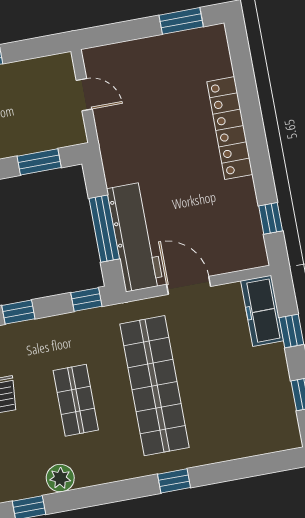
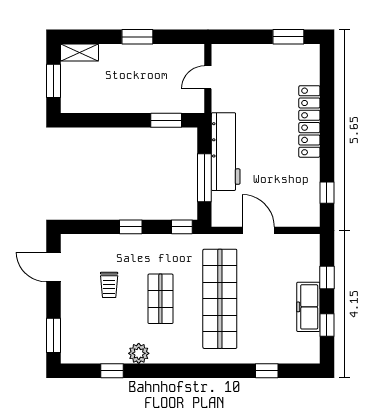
door: (84, 95) -> (208, 77), swing flipped
workbench: (135, 237) -> (226, 152), moved
freezer: (262, 311) -> (308, 307), moved
window: (174, 481) -> (267, 371), moved

